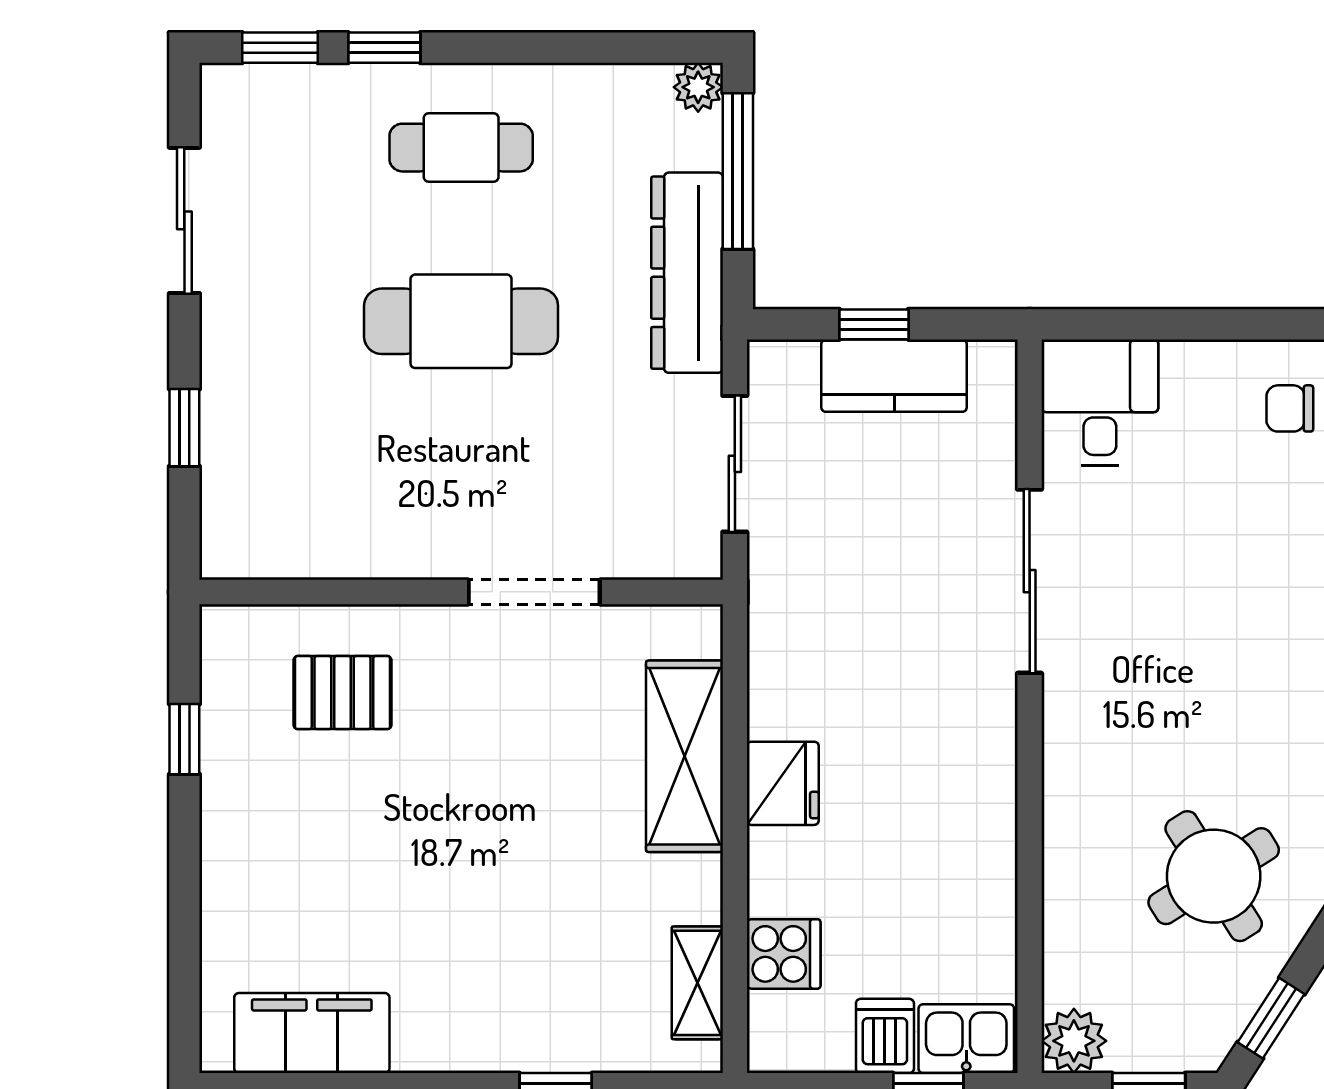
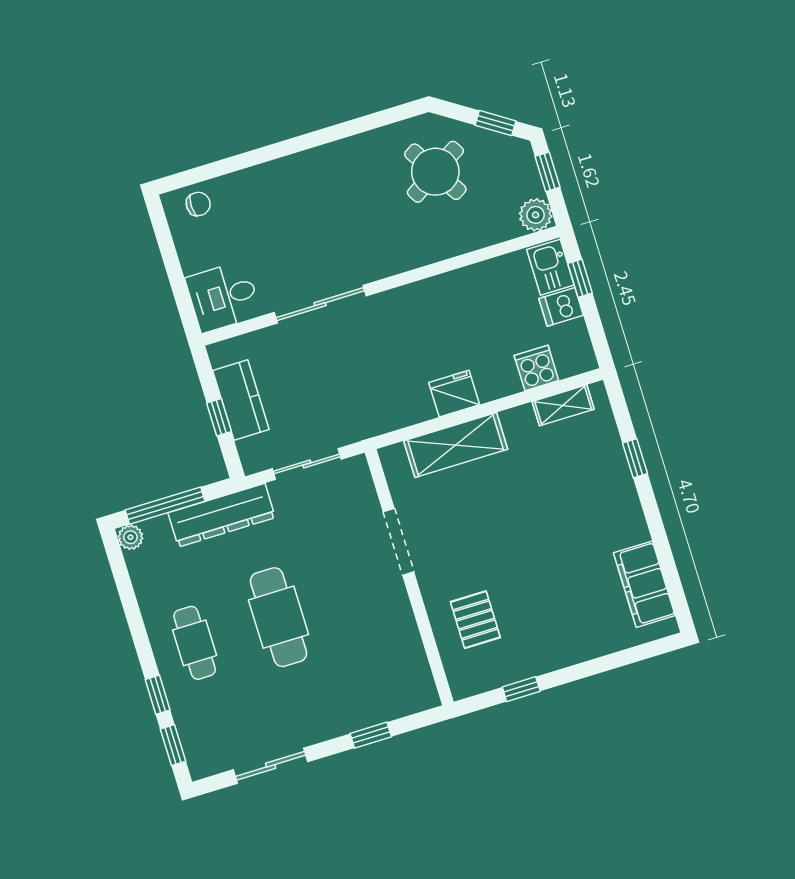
chair: (1290, 408) -> (198, 204), turned -90

